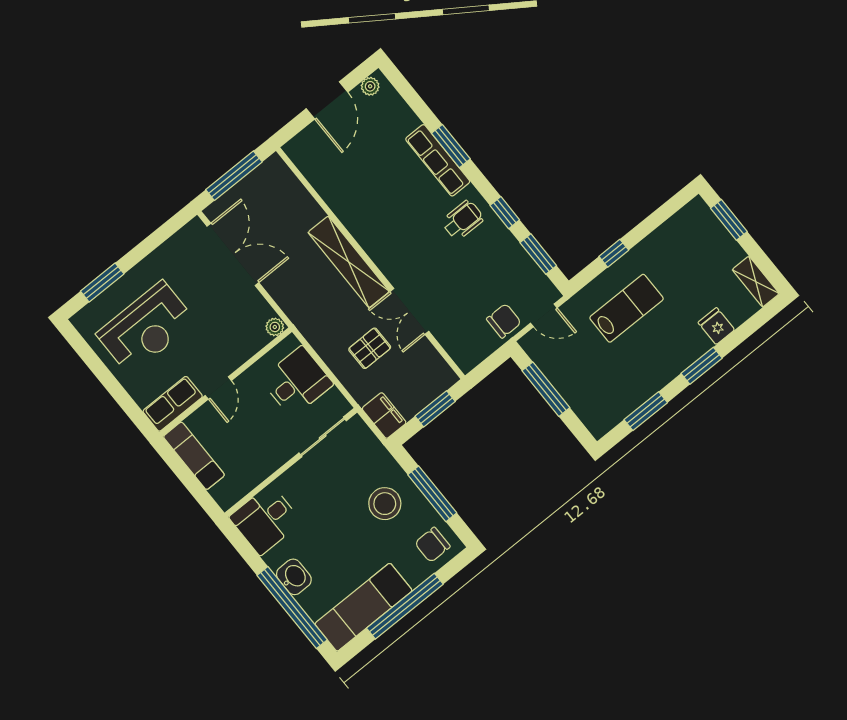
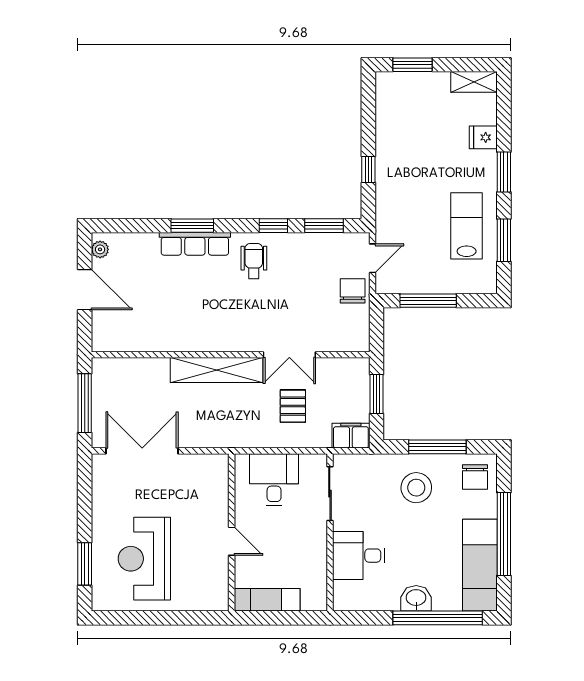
lab bench: (627, 308) -> (467, 226), moved
plant: (275, 327) -> (220, 463), removed
reception desk: (146, 328) -> (144, 559), turned 180
row of seats: (173, 404) -> (216, 584), removed
desk: (265, 520) -> (359, 556), moved, turned 90

